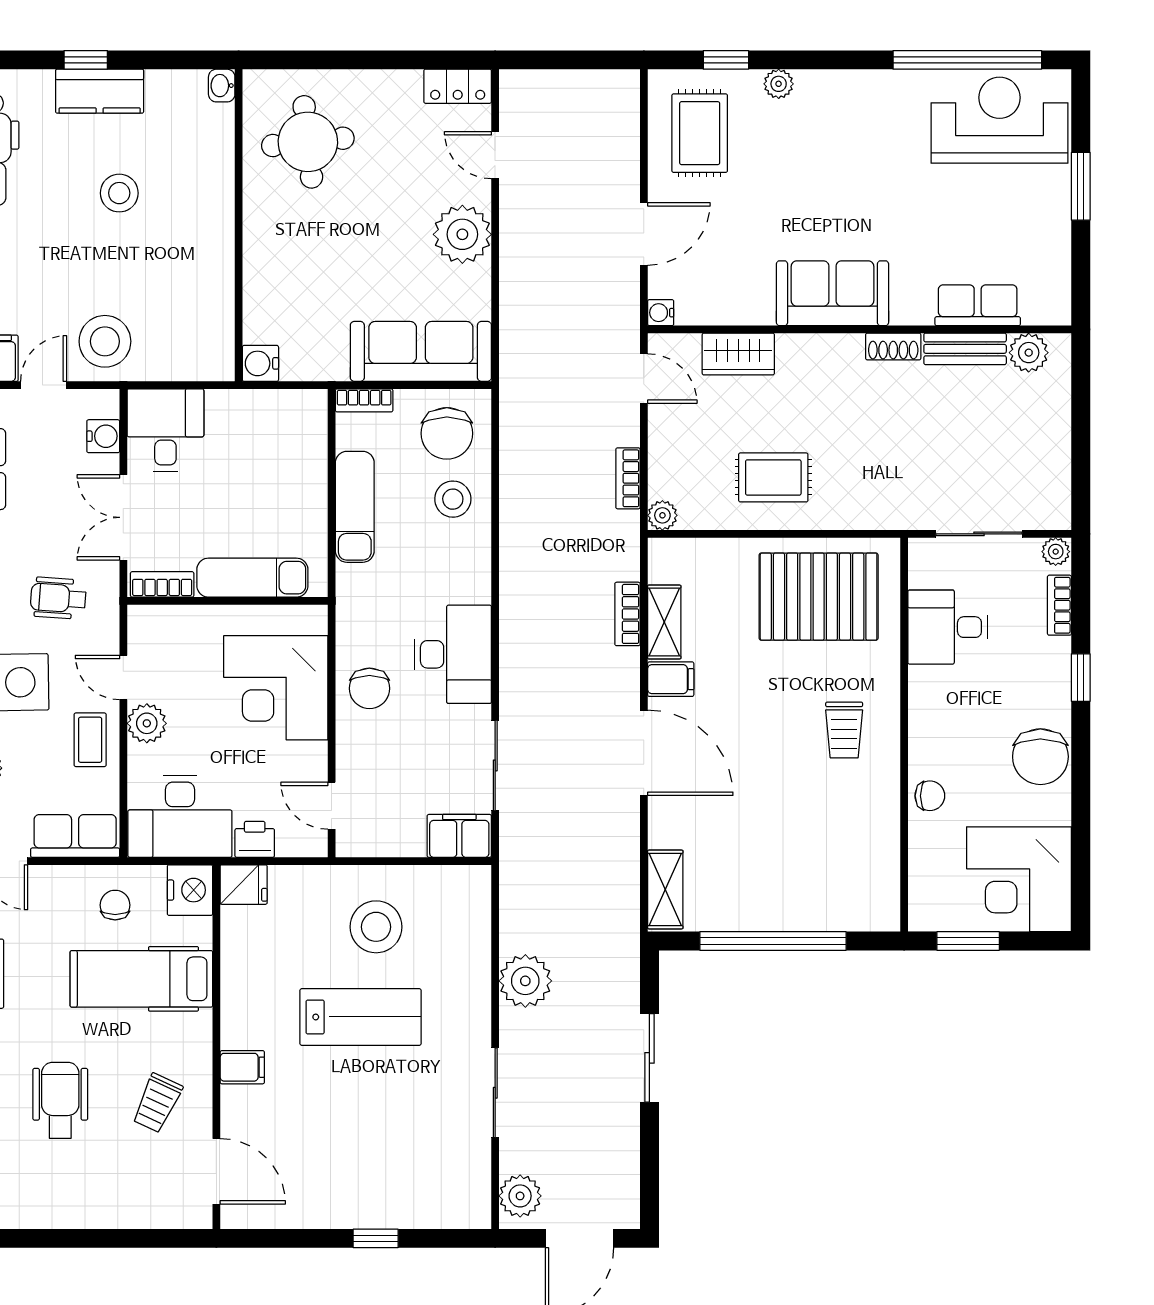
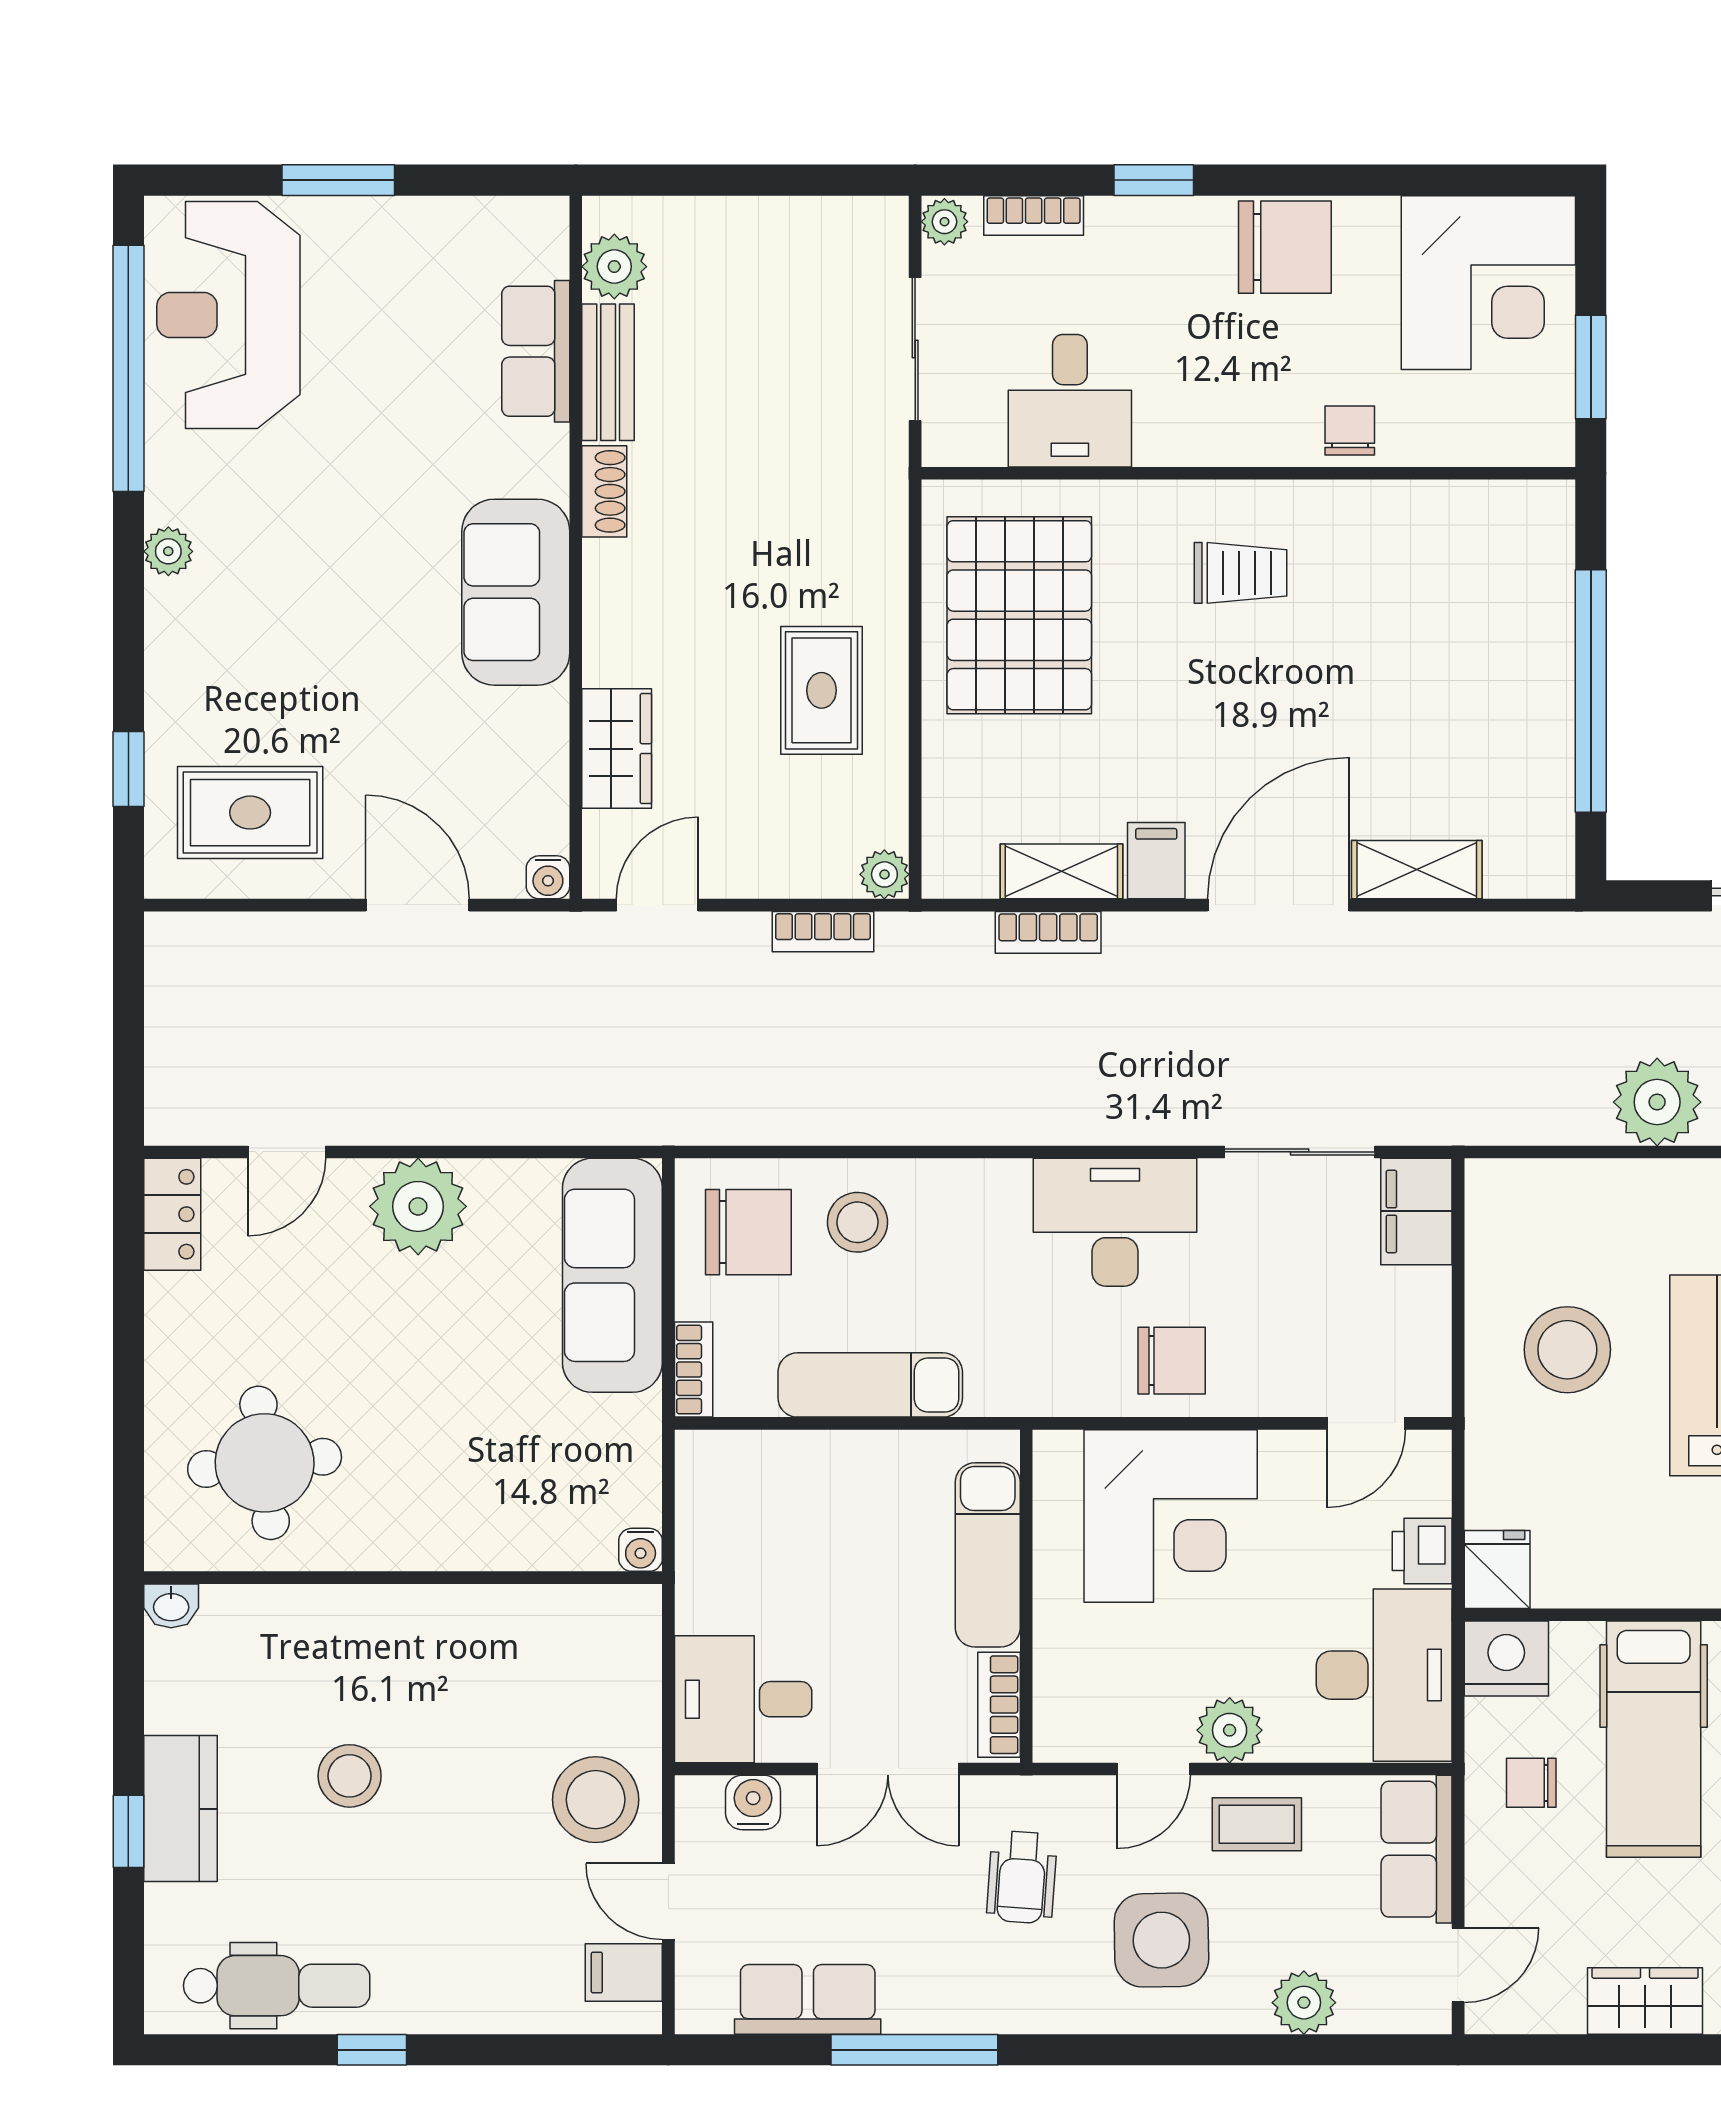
plant: (779, 84) -> (168, 551), moved
water cooler: (260, 363) -> (641, 1550), width x0.72, depth x0.72
shelving: (665, 889) -> (1417, 870), moved

